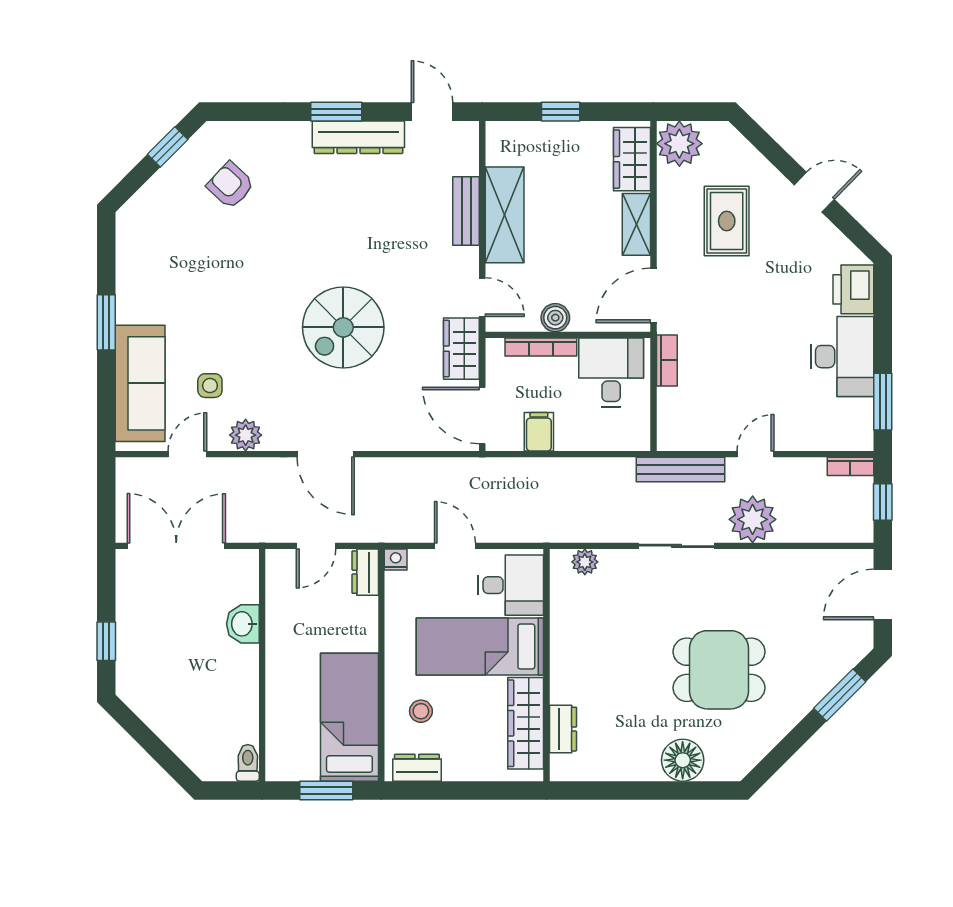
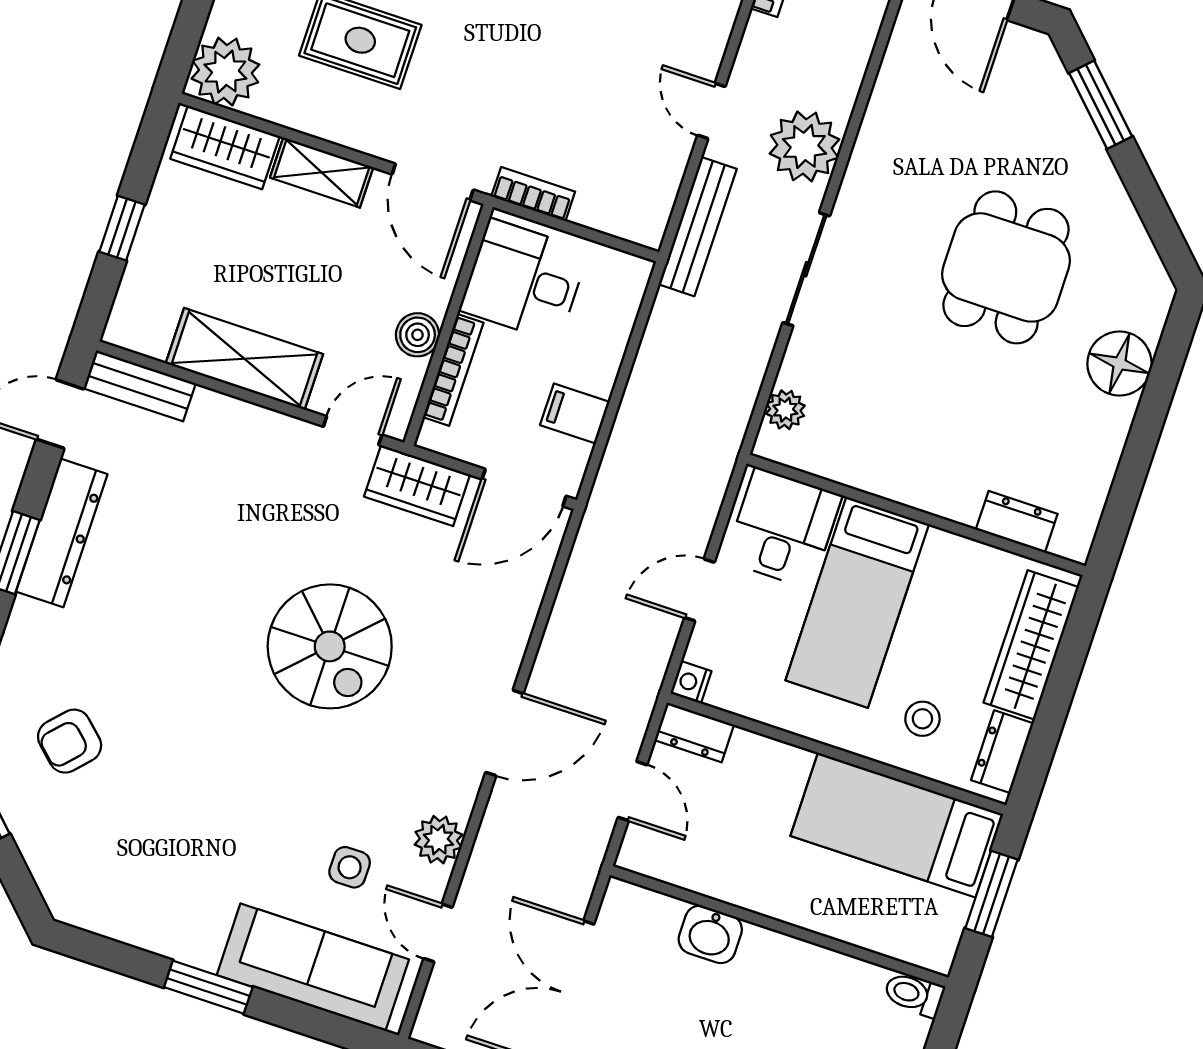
bench: (466, 211) -> (140, 386), moved
wardrobe: (526, 723) -> (1031, 645), moved, turned 90

